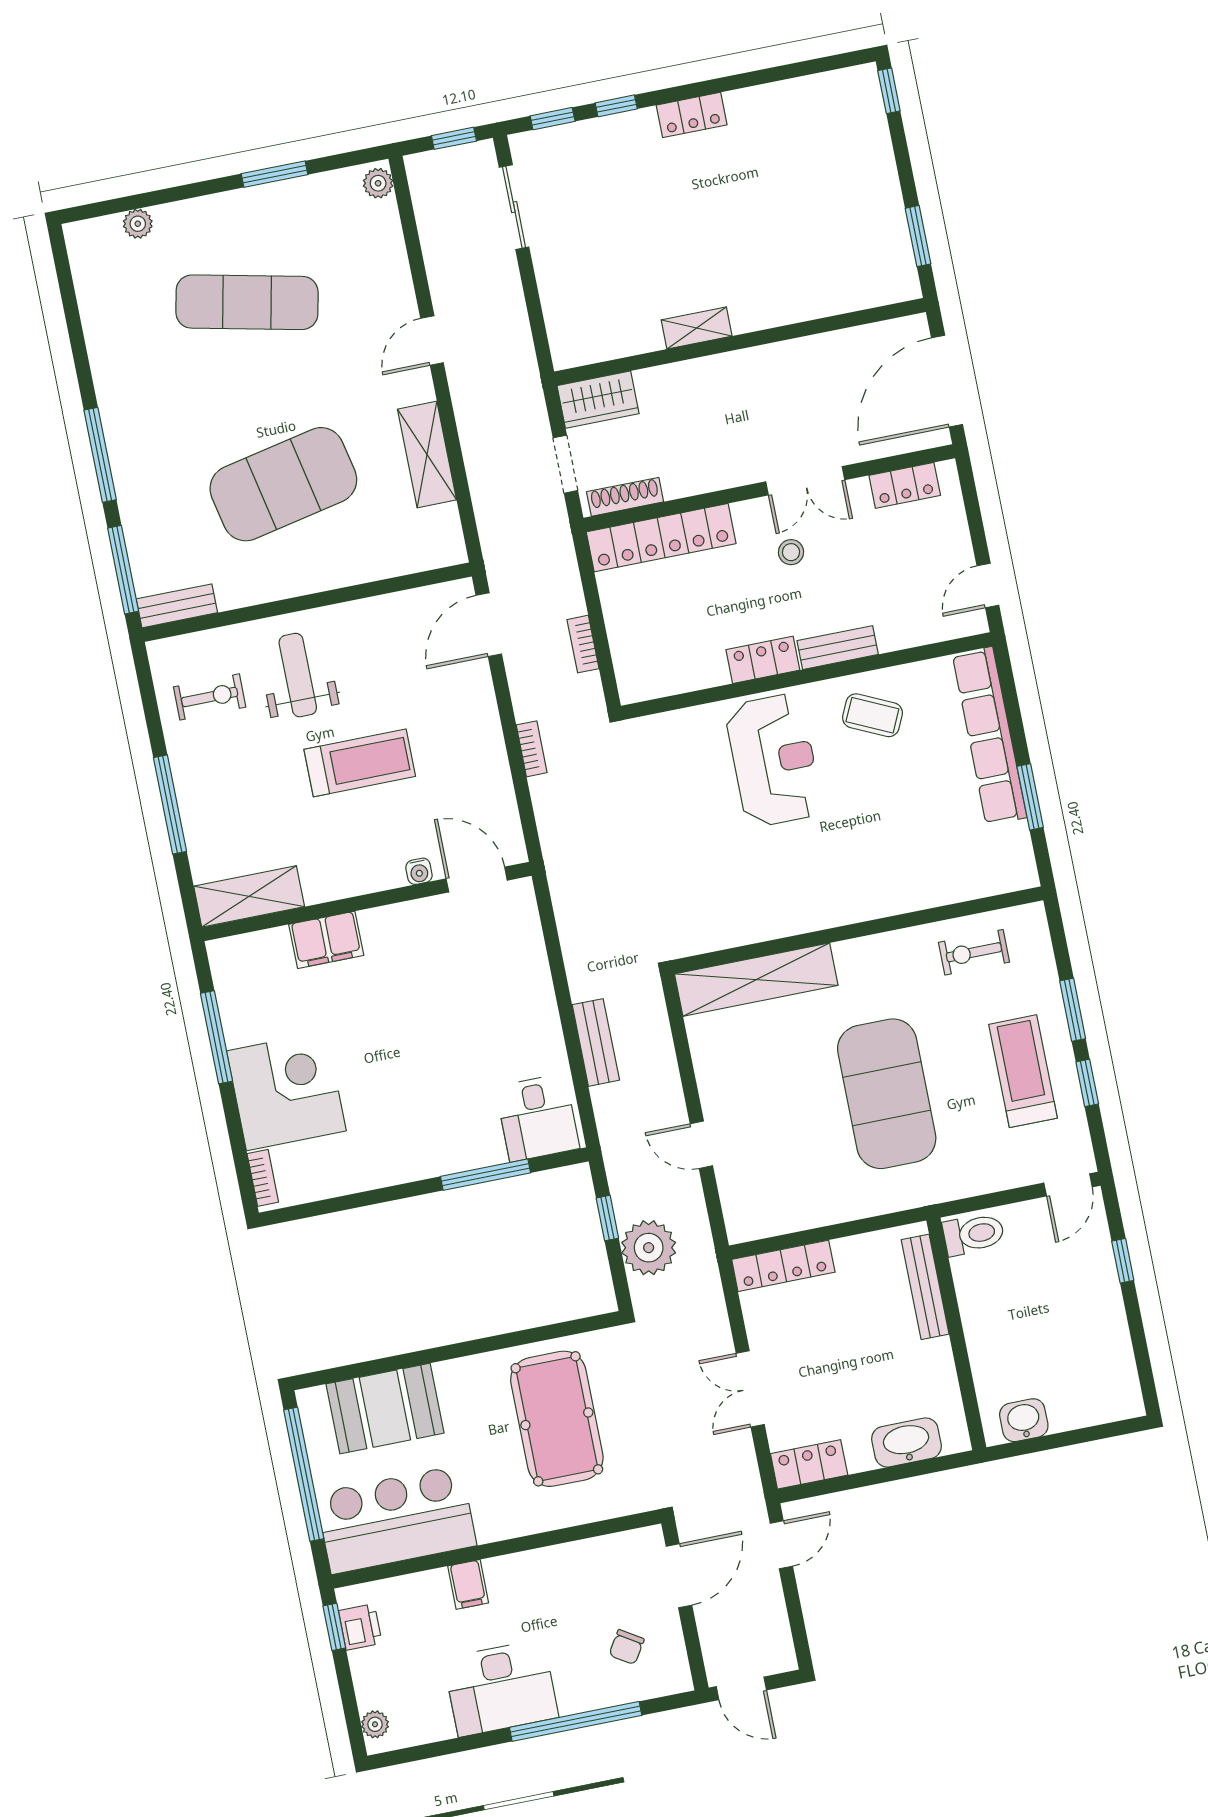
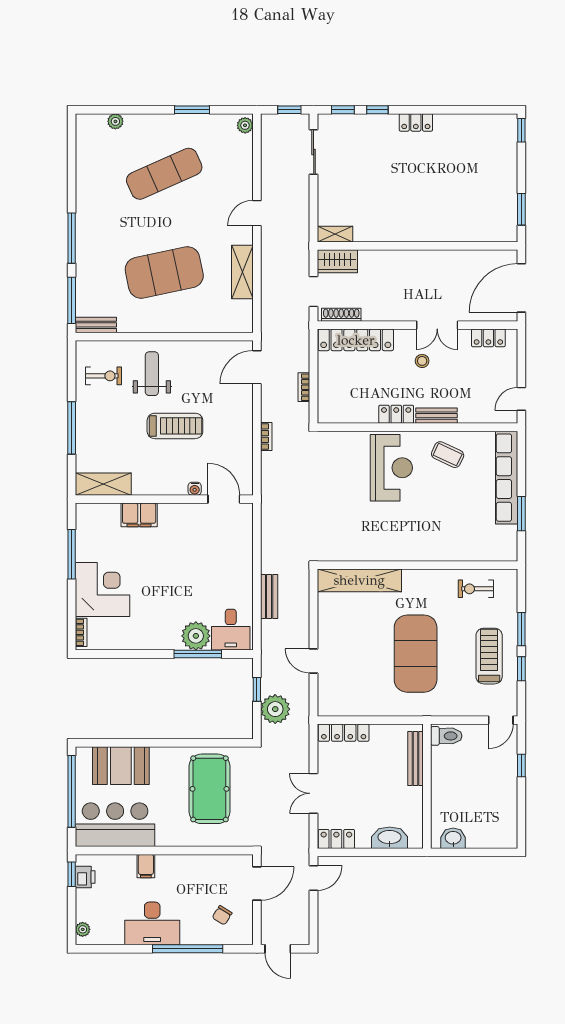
exercise mat: (247, 302) -> (164, 174), turned -36
shelving: (697, 328) -> (335, 234), moved
plant: (475, 1142) -> (196, 636), added

